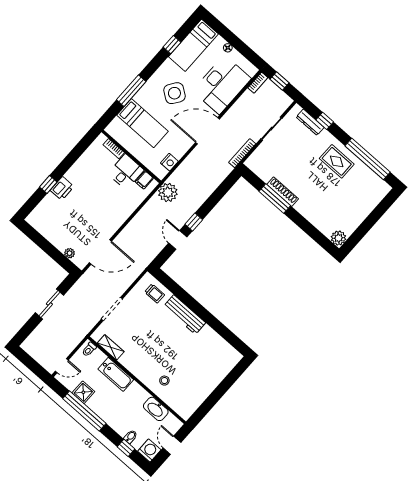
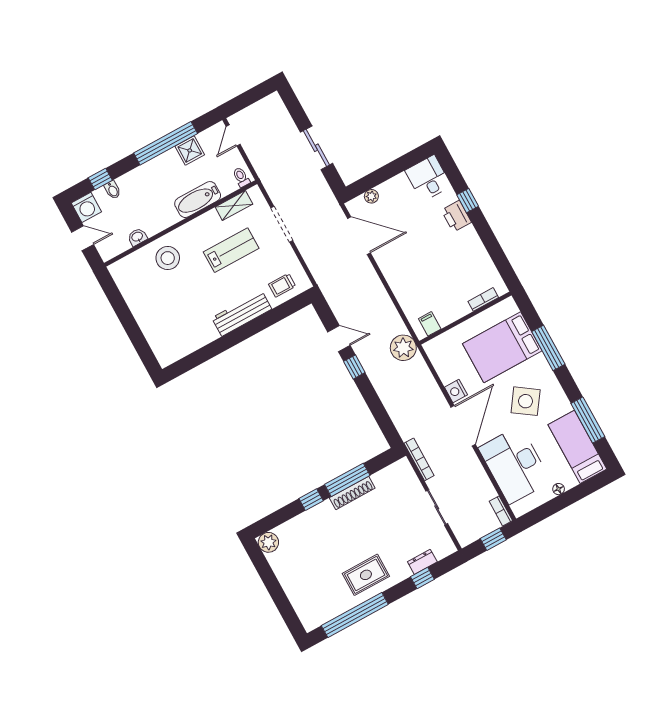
window: (172, 45) -> (588, 420), width x2.17
dresser: (310, 122) -> (422, 562), width x0.70
bed: (142, 123) -> (502, 347), width x1.50
nightstand: (169, 162) -> (456, 391), moved
desk: (126, 172) -> (428, 178), moved, turned 180
window: (298, 219) -> (311, 500), added
door: (100, 252) -> (359, 236), swing flipped
lab bench: (143, 338) -> (231, 250), added
stool: (164, 381) -> (168, 258), width x1.89, depth x1.89
washbasin: (156, 409) -> (137, 237), width x0.52, depth x0.69

